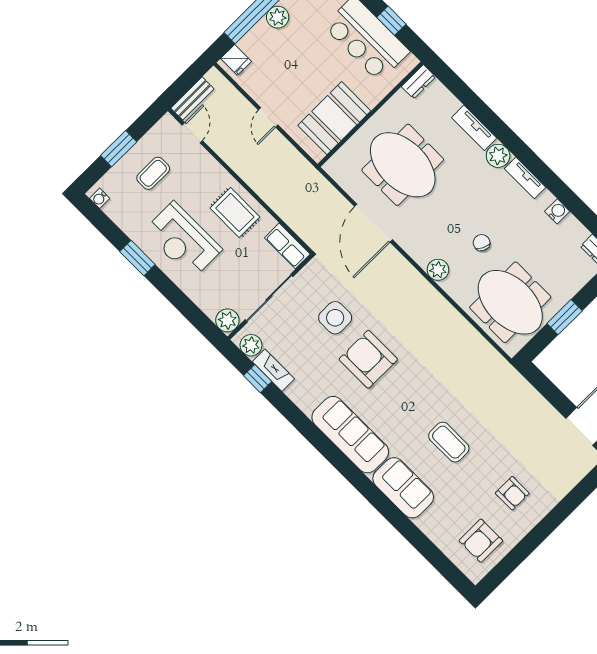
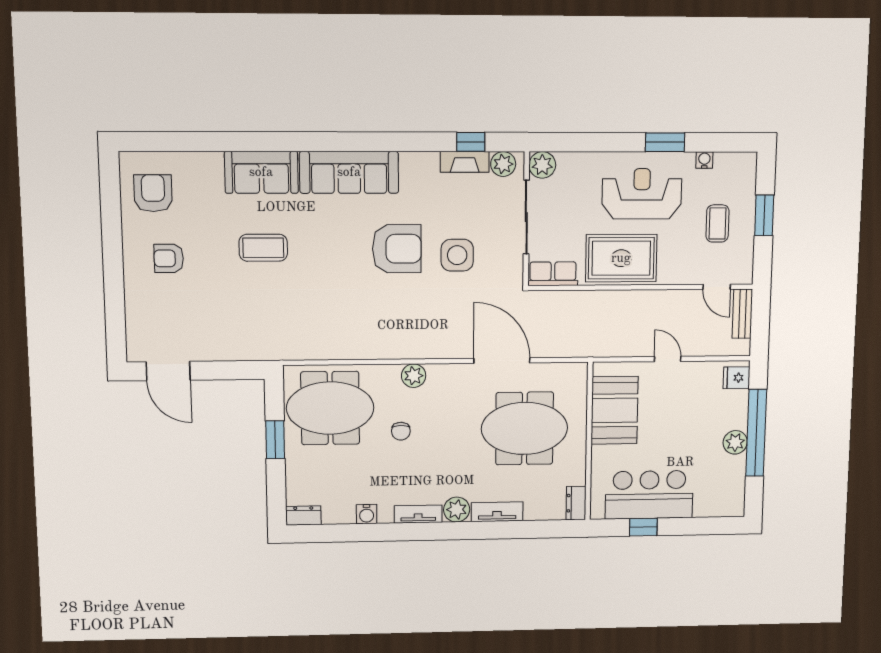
water cooler: (100, 198) -> (704, 160), moved
rug: (235, 212) -> (621, 258), width x1.36, depth x1.43
chair: (482, 243) -> (401, 431), turned 63

